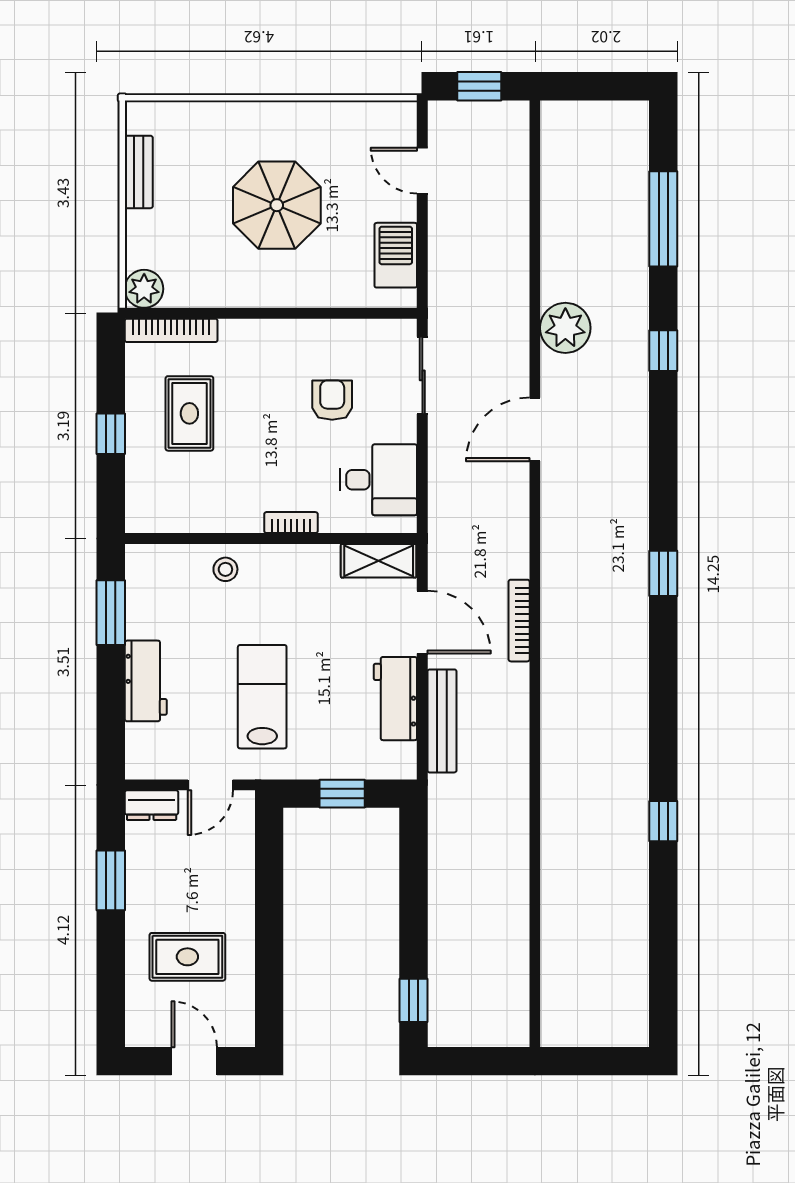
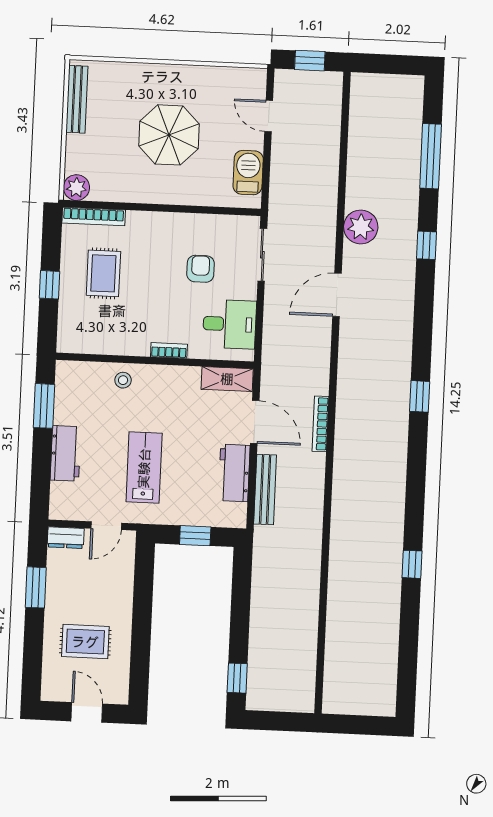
bench: (139, 172) -> (77, 99), width x1.36

